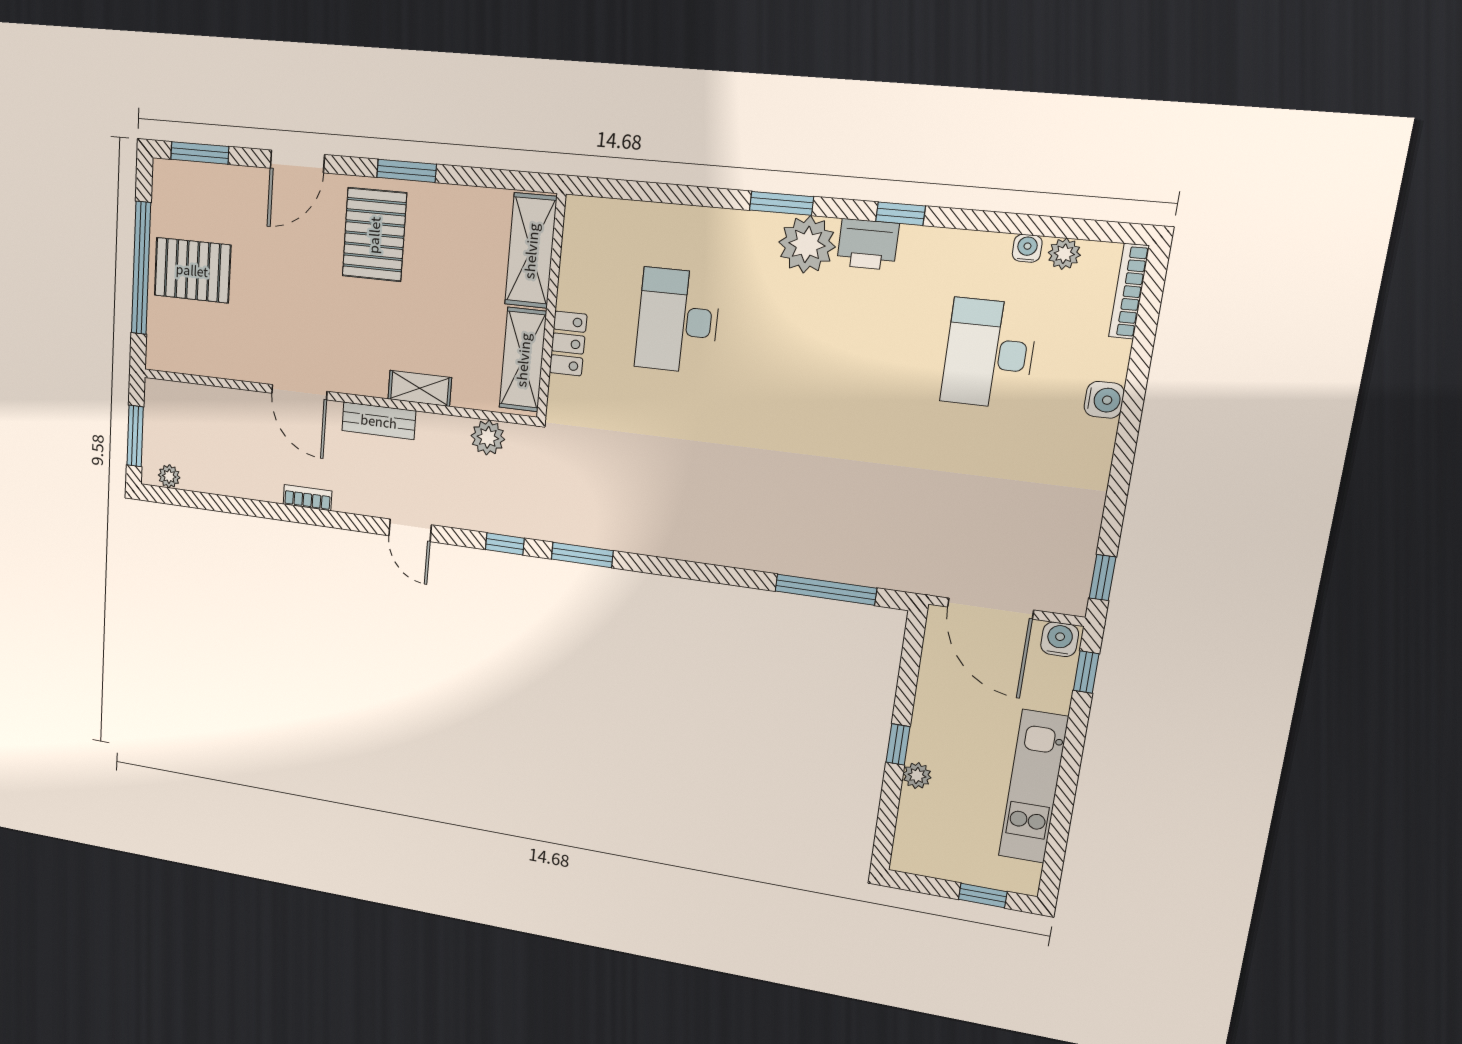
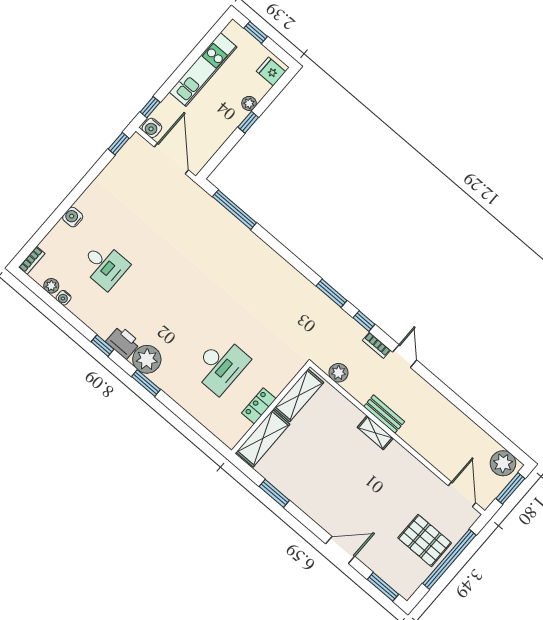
window: (407, 171) -> (274, 493), moved
pallet: (374, 235) -> (328, 494), removed
bookcase: (1129, 291) -> (32, 260), width x0.64
locker: (568, 344) -> (259, 406), moved
desk: (989, 354) -> (104, 265), width x0.73
shelving: (420, 388) -> (375, 433), moved
door: (299, 392) -> (462, 494), moved
plant: (169, 476) -> (503, 463), width x1.88, depth x1.88
bookcase: (308, 498) -> (377, 345), moved
fridge: (915, 847) -> (271, 71), added

